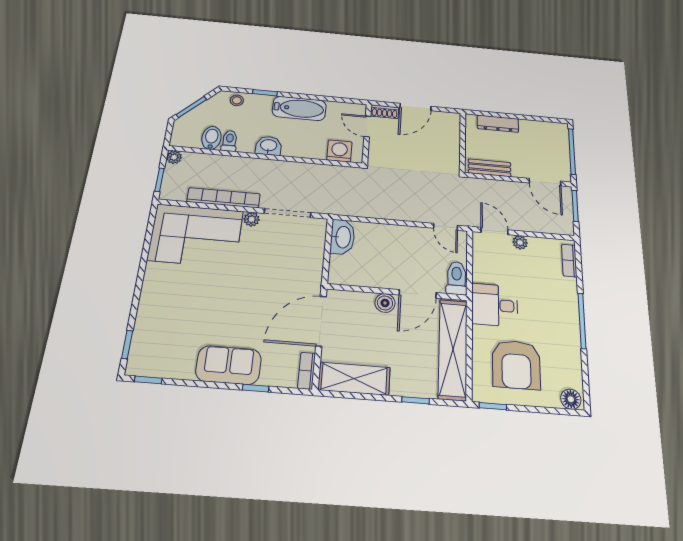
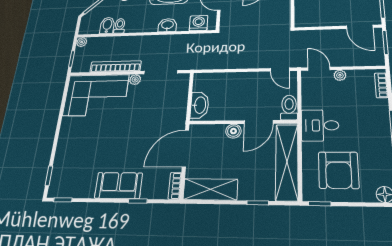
washbasin: (269, 146) -> (167, 25), moved
bench: (490, 168) -> (314, 21), removed
washbasin: (343, 237) -> (200, 105), moved

